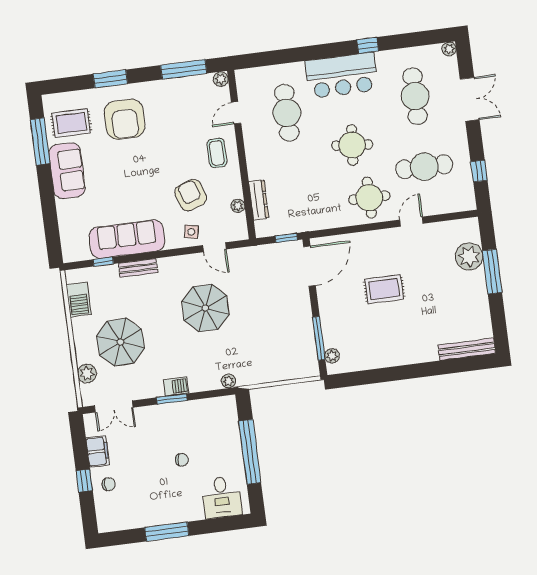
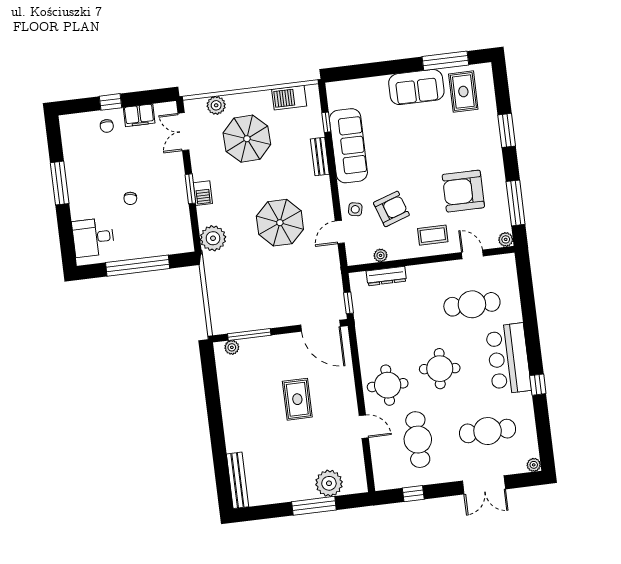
armchair: (125, 119) -> (463, 191), moved
plant: (229, 381) -> (213, 238), width x1.88, depth x1.88

